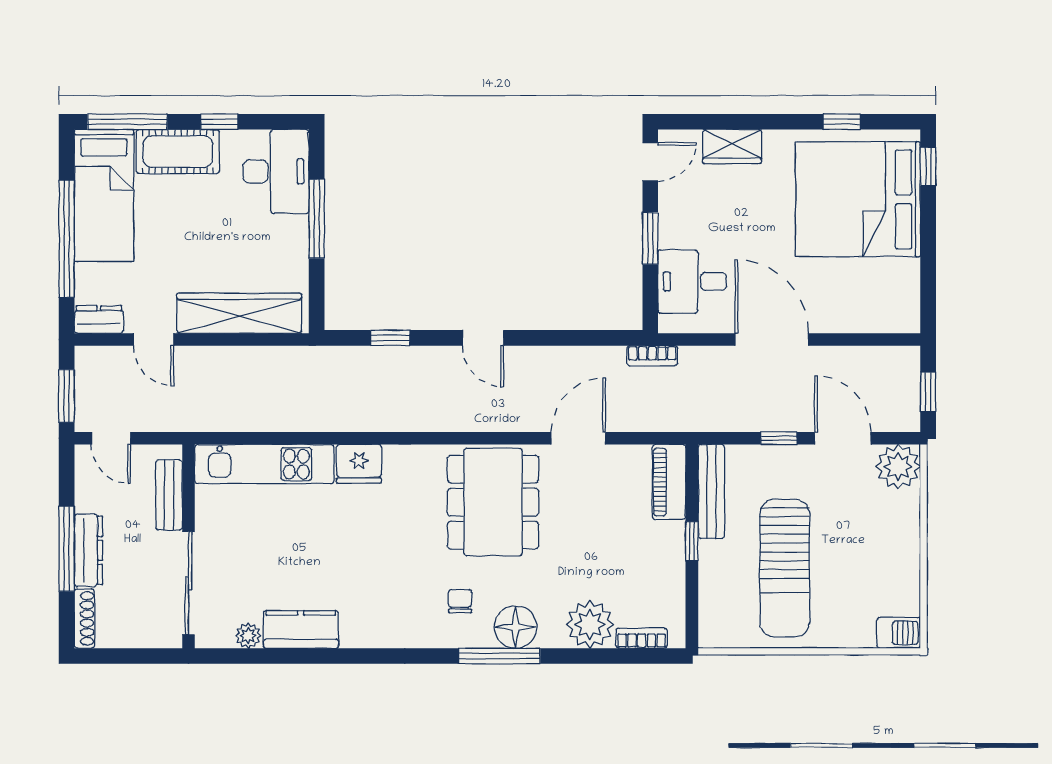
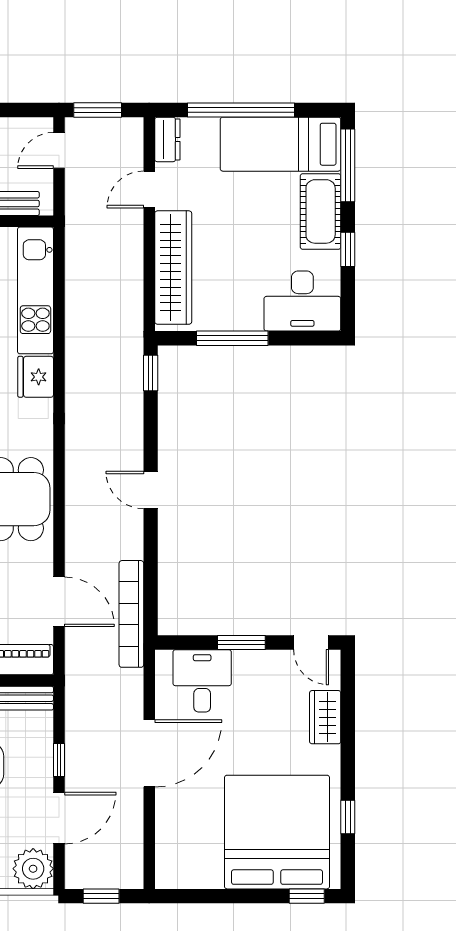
window: (317, 219) -> (232, 338), moved
window: (390, 338) -> (151, 373), moved
door: (483, 338) -> (151, 490), hinge flipped
bookcase: (652, 356) -> (131, 614), width x2.31, depth x1.31
door: (578, 438) -> (59, 602), moved

